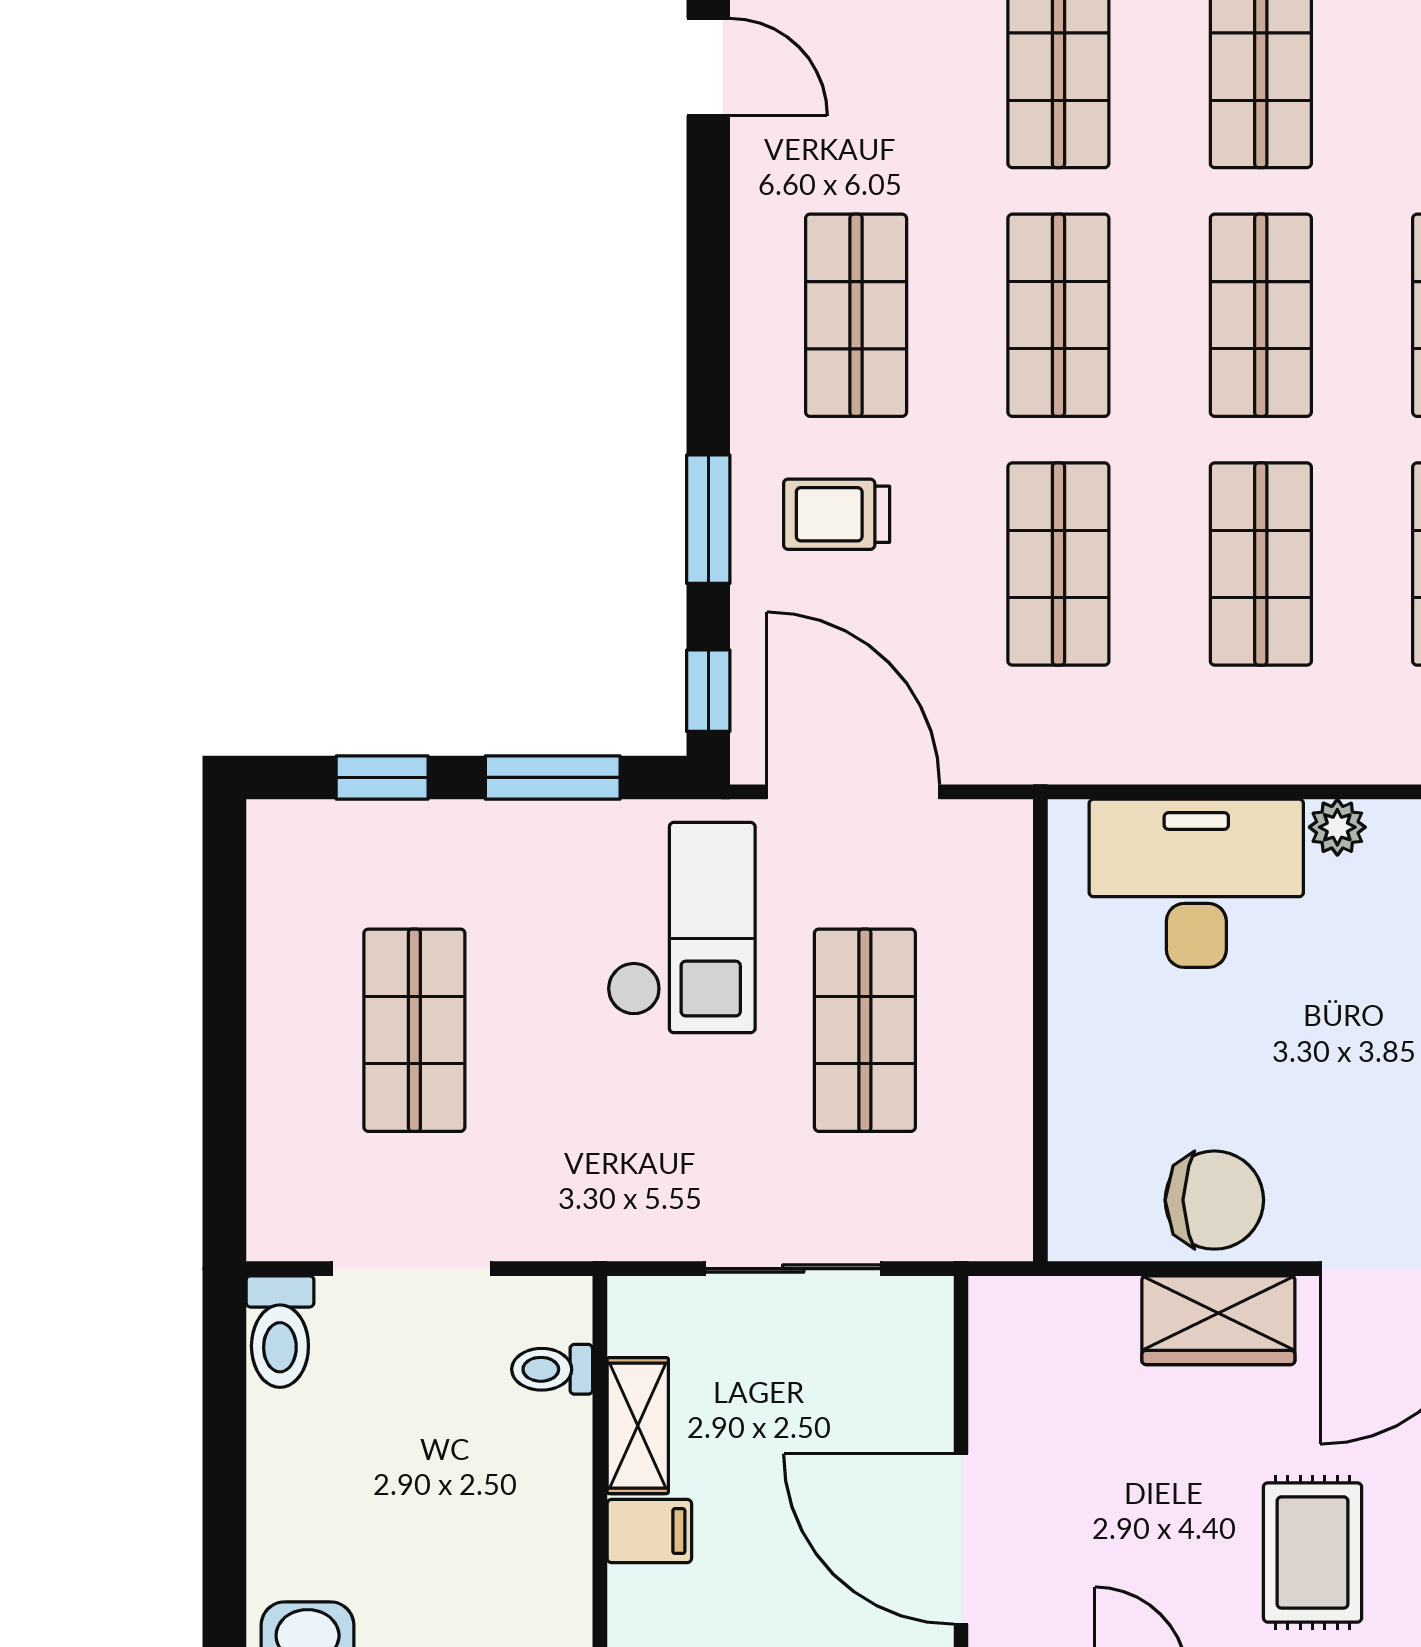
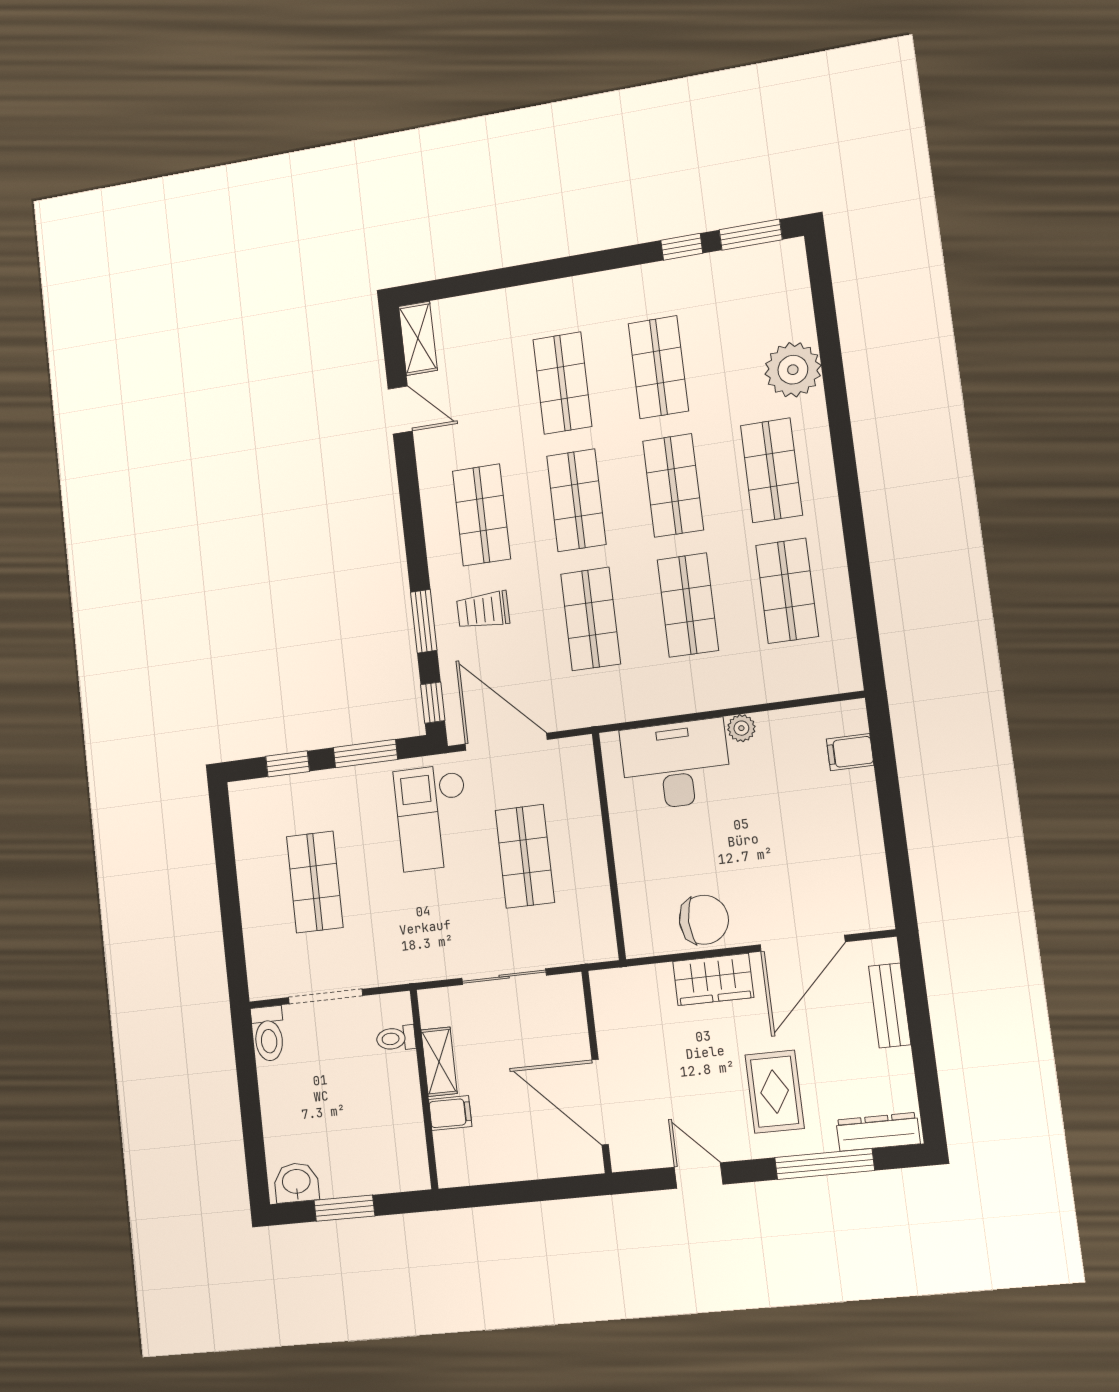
checkout: (681, 928) -> (433, 817), turned 180

